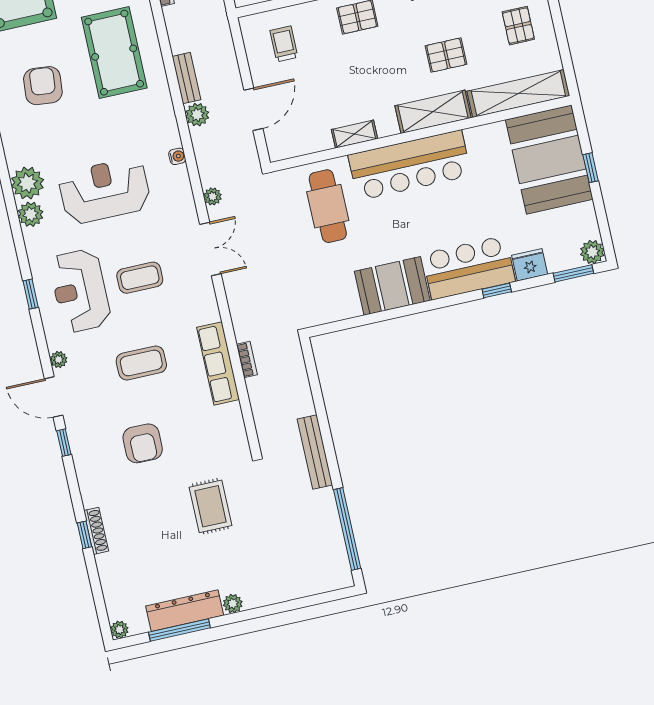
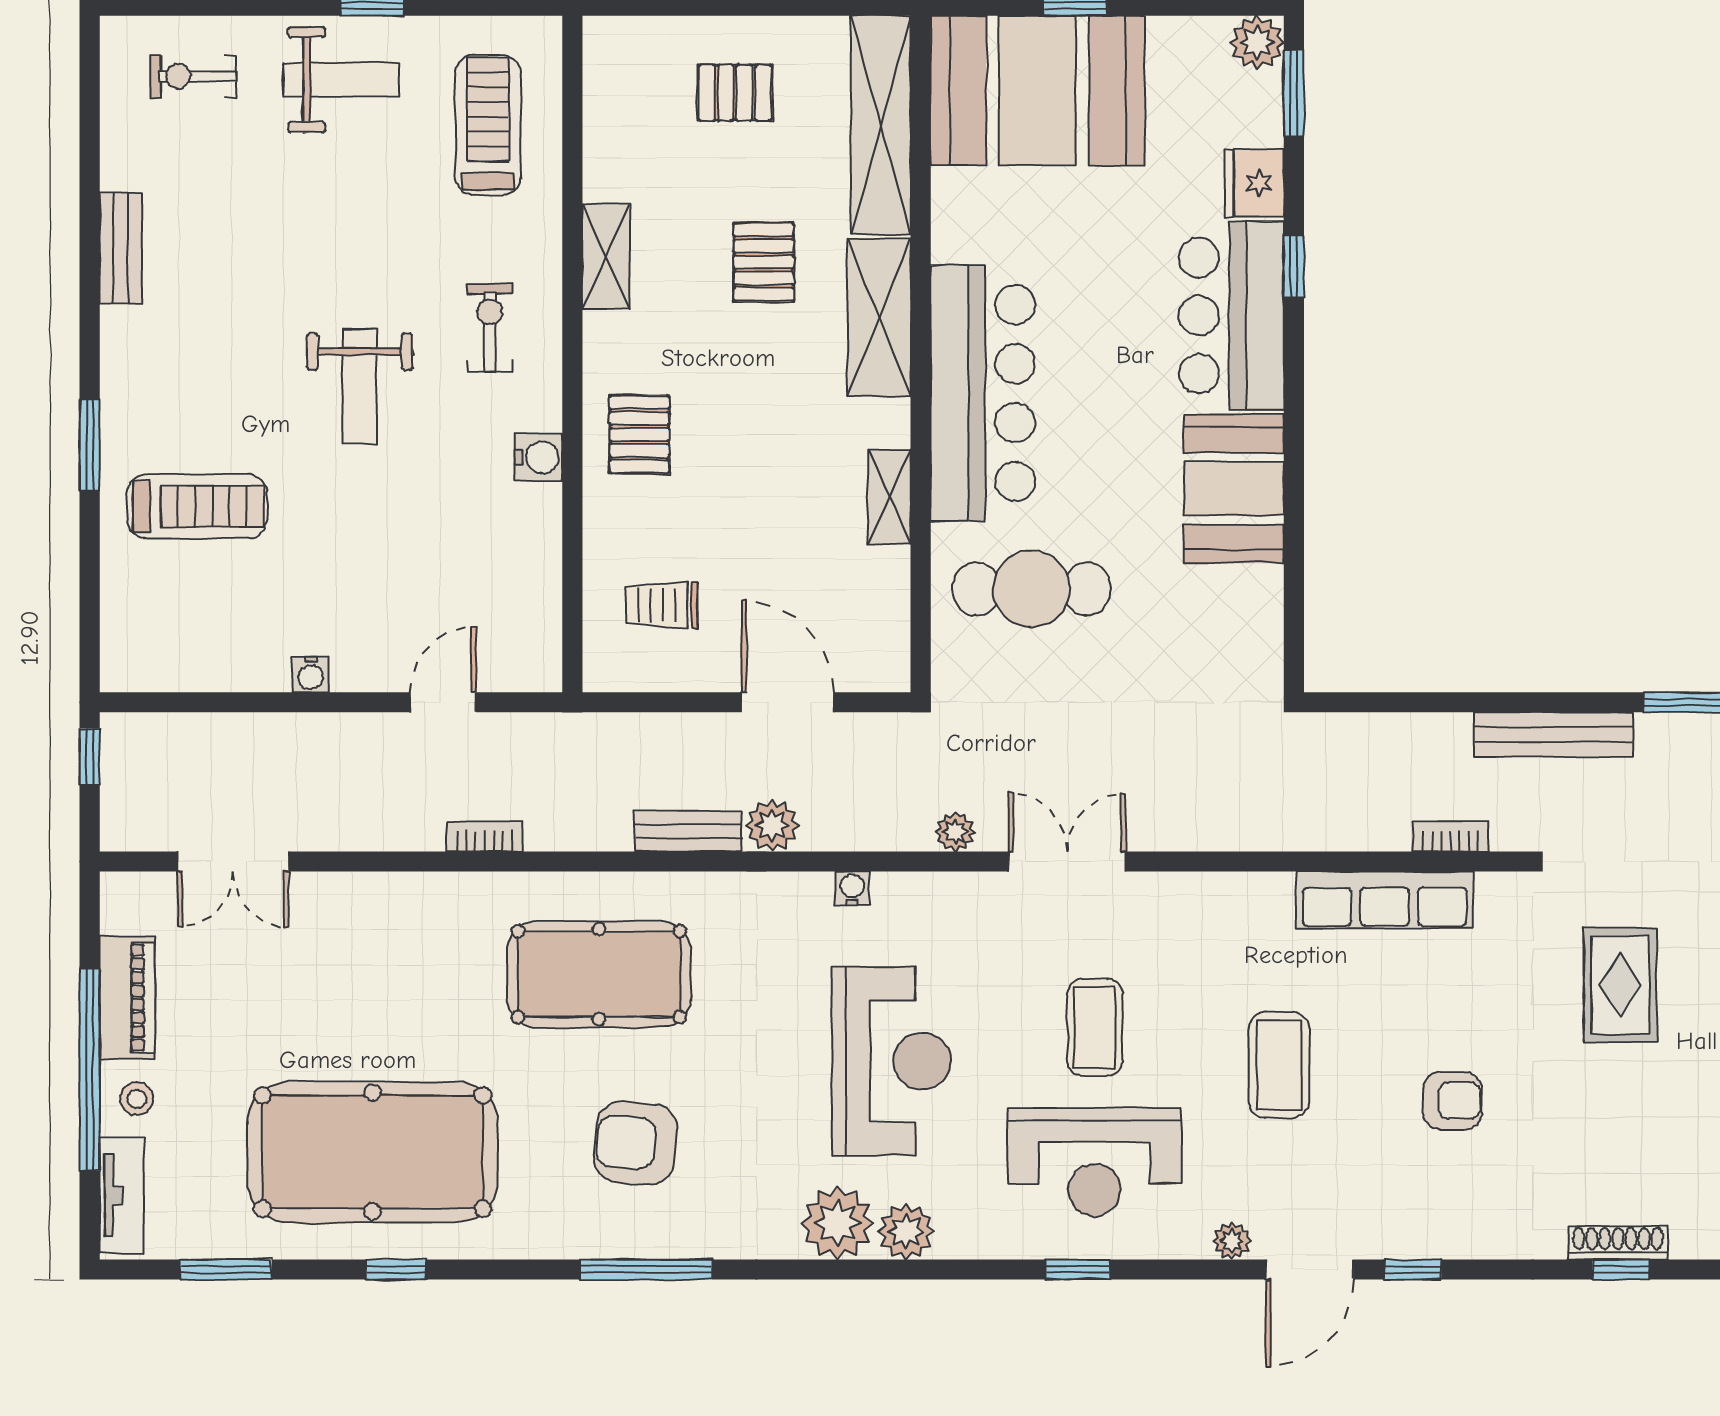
reception desk: (105, 191) -> (891, 1061), turned 180
bookcase: (247, 360) -> (1451, 836), moved
row of seats: (218, 363) -> (1385, 900), moved
armchair: (143, 443) -> (1452, 1101), width x0.72, depth x0.72
rug: (210, 506) -> (1620, 985), turned 90

